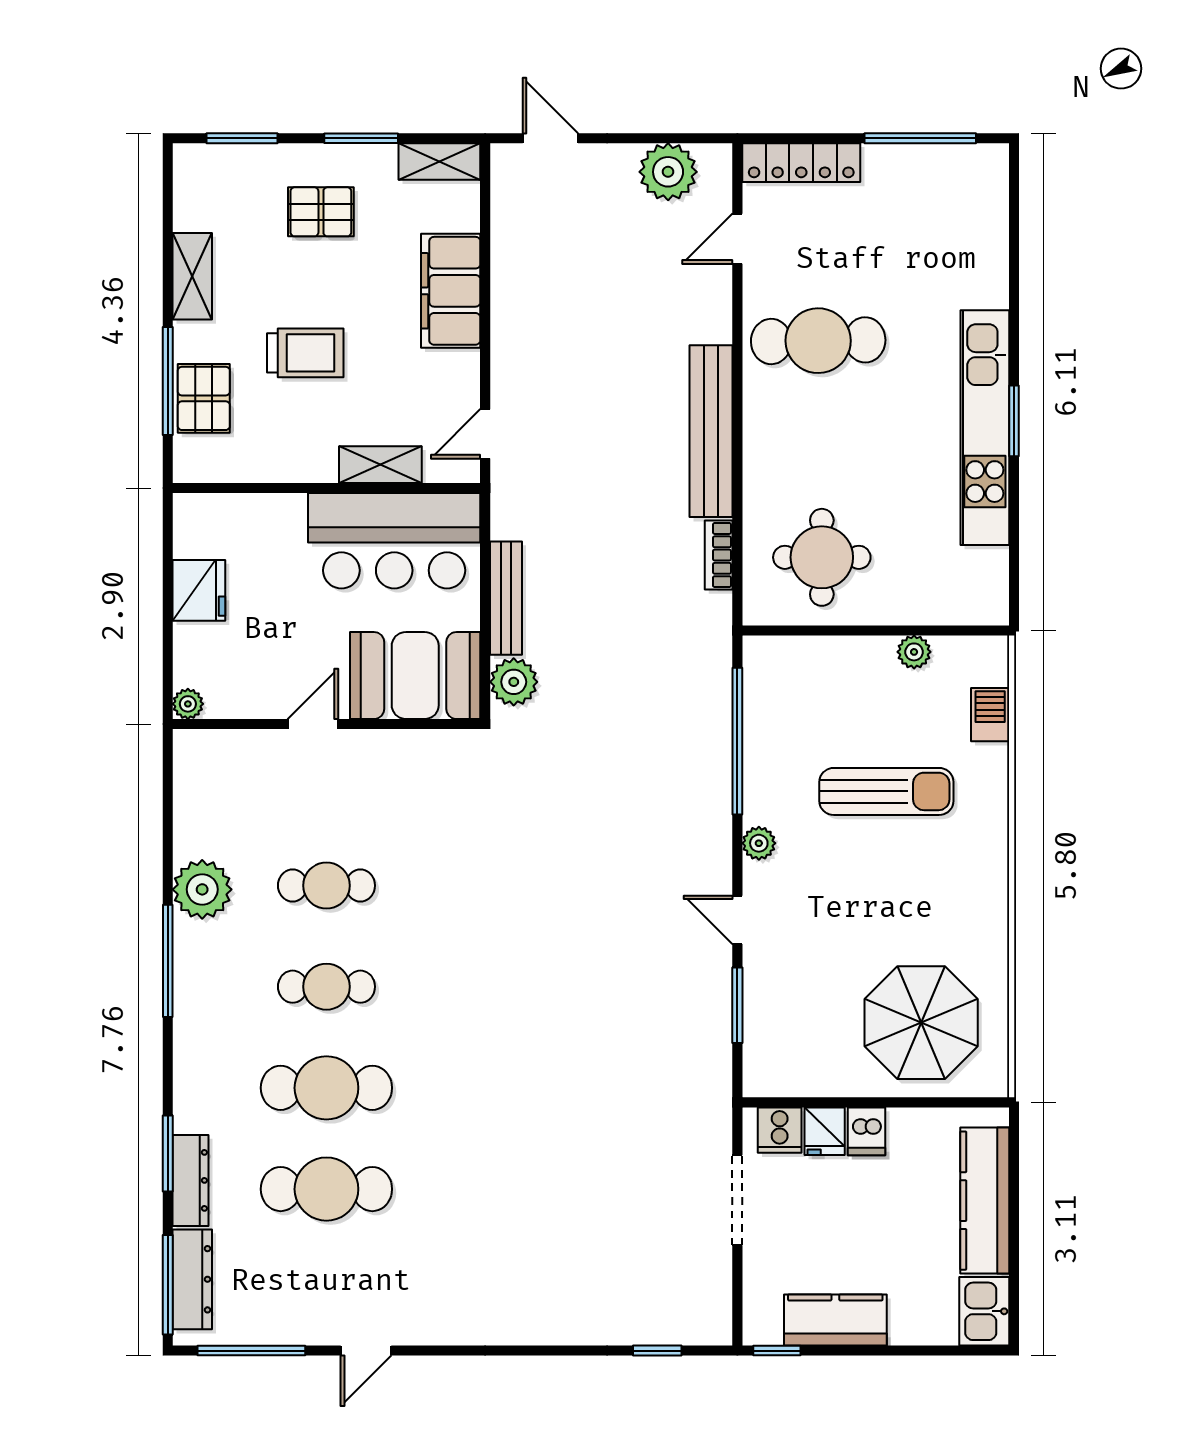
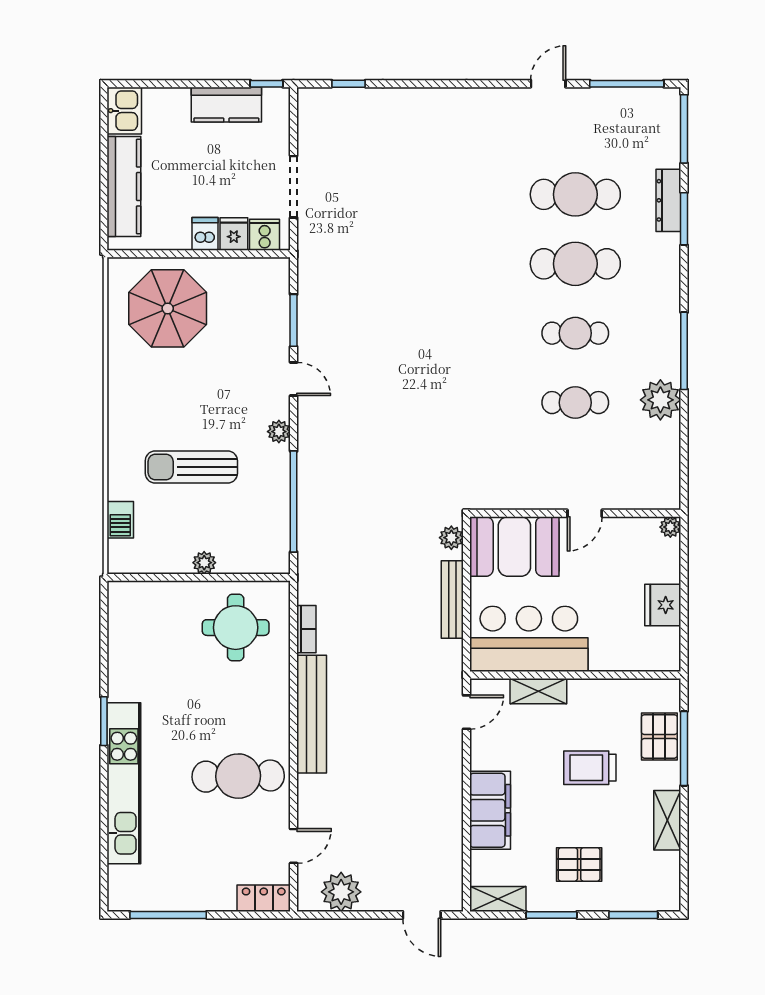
locker: (801, 163) -> (264, 898), width x0.66
kitchen unit: (985, 428) -> (124, 783), moved
plant: (914, 652) -> (204, 563), moved
plant: (514, 682) -> (451, 538), width x0.73, depth x0.73
dresser: (192, 1279) -> (667, 133), removed

